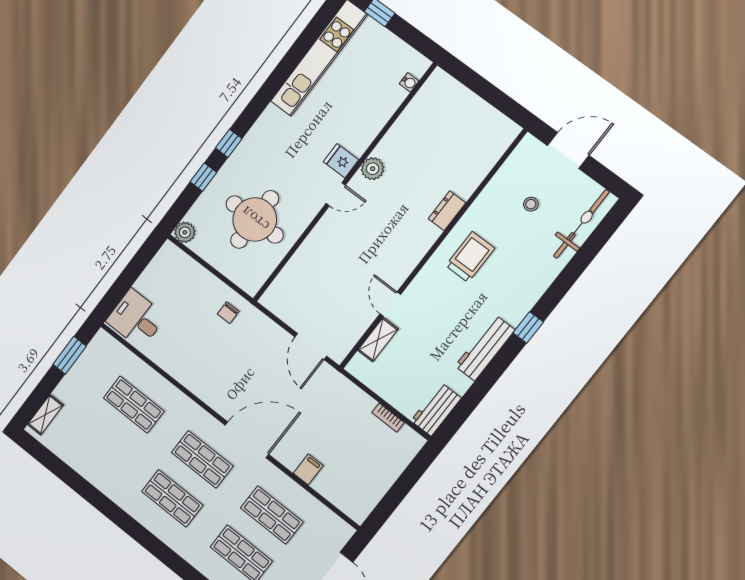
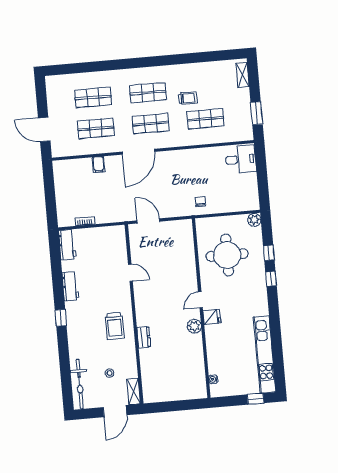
shelving: (378, 340) -> (134, 392), moved
workbench: (485, 348) -> (70, 286), width x0.73
trolley: (132, 448) -> (188, 98), added

